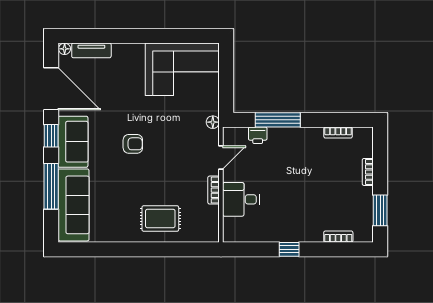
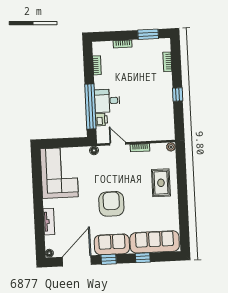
tv unit: (91, 50) -> (49, 222), moved
window: (278, 120) -> (90, 107), width x1.46
armchair: (133, 144) -> (111, 204), width x1.88, depth x1.88
window: (51, 186) -> (143, 258), width x0.46
desk: (241, 199) -> (107, 101), moved, turned 90
plant: (213, 236) -> (171, 147), added

